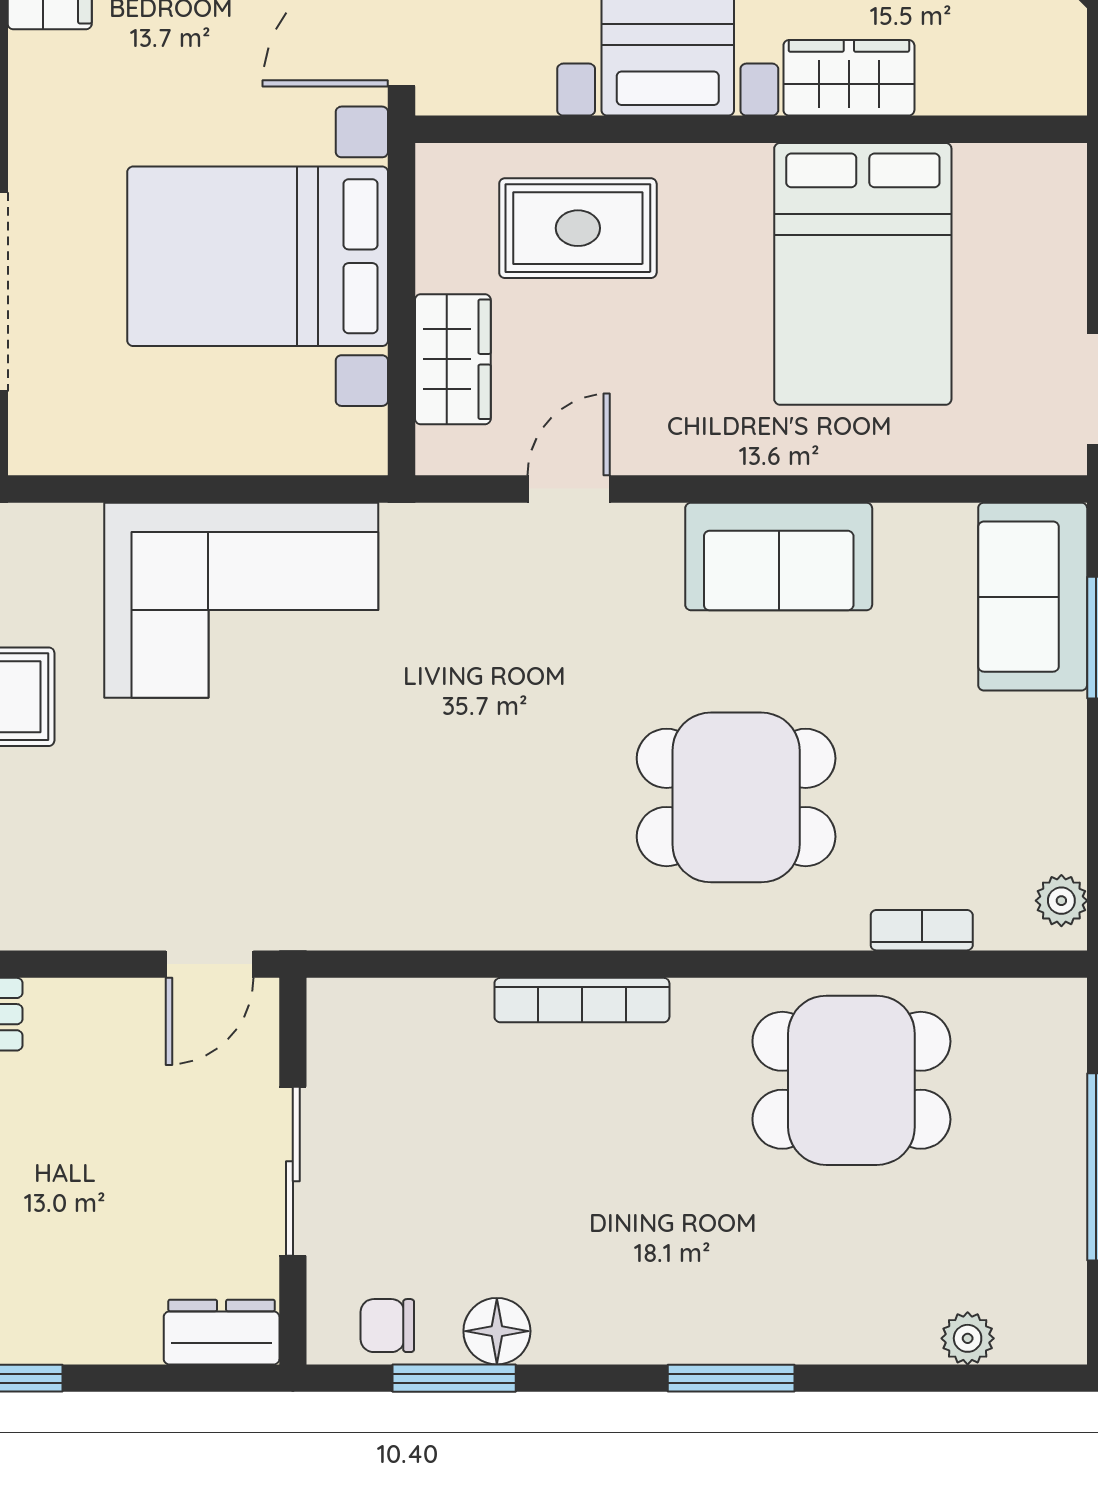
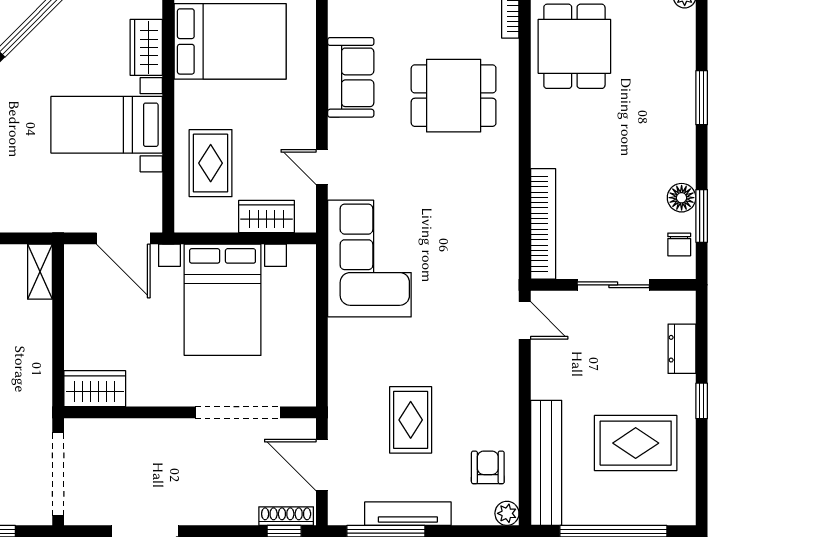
corner sofa: (241, 600) -> (369, 259), moved
dining table: (736, 797) -> (454, 96), turned 90
bookcase: (582, 1000) -> (543, 224), moved, width x1.48, depth x1.31
dresser: (222, 1332) -> (682, 349), moved

